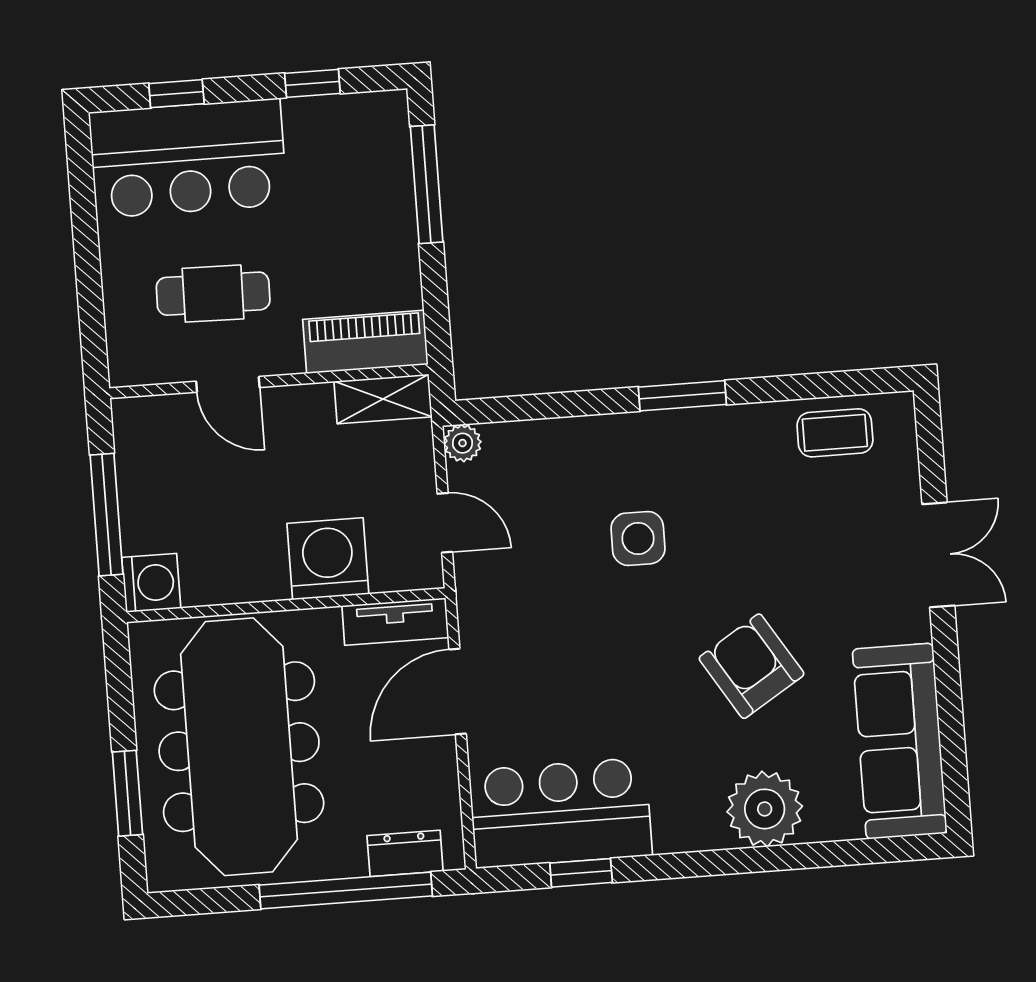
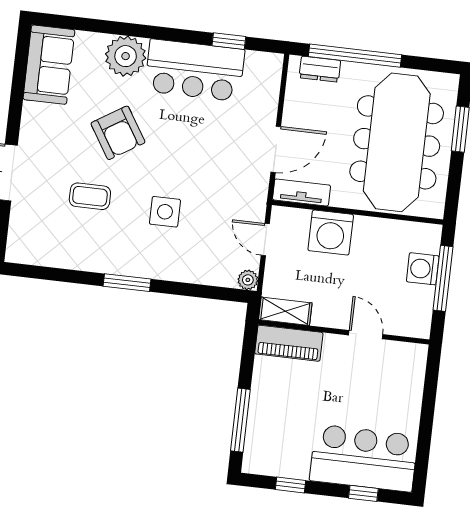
cafe table: (213, 294) -> (364, 384), removed
coffee table: (835, 433) -> (90, 196), moved
washing machine: (151, 583) -> (423, 269), moved
sofa: (900, 741) -> (49, 65), width x0.73
bar counter: (560, 813) -> (195, 70), moved

